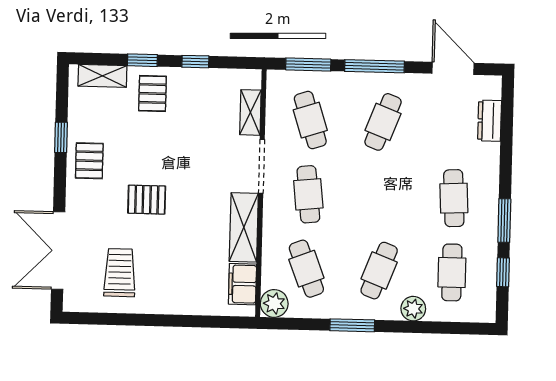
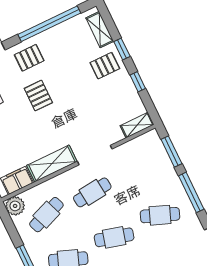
shelving: (250, 112) -> (137, 125), moved
cafe table: (310, 120) -> (114, 237), moved, turned 33
window: (61, 137) -> (49, 24), width x3.17
pallet: (89, 161) -> (29, 58), moved

